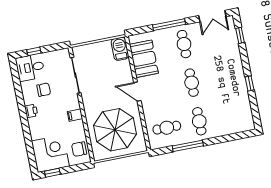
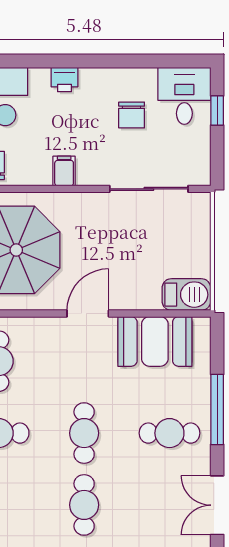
cafe table: (224, 76) -> (84, 505), added
cafe table: (192, 83) -> (84, 433), turned 90
printer: (31, 111) -> (64, 79), moved

